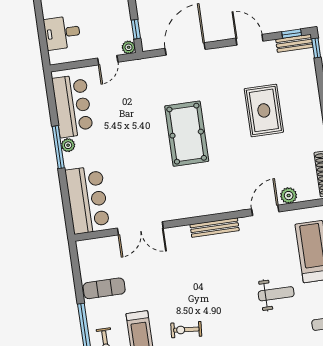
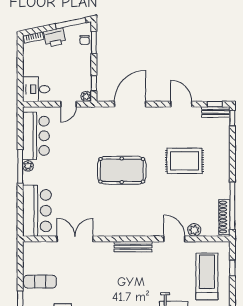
desk: (62, 33) -> (36, 89), moved
rug: (264, 110) -> (185, 161), turned 90
pool table: (187, 134) -> (122, 170), turned 90
door: (265, 210) -> (174, 239), hinge flipped
double door: (140, 228) -> (75, 239), swing flipped

